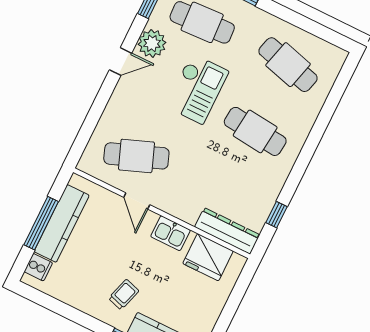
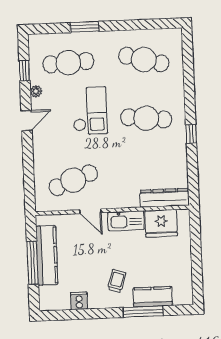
plant: (152, 43) -> (36, 91), width x0.53, depth x0.53
window: (277, 215) -> (191, 134), moved
kitchen sink: (170, 233) -> (126, 221), width x1.38
cooker: (38, 267) -> (79, 301), moved, turned -90

